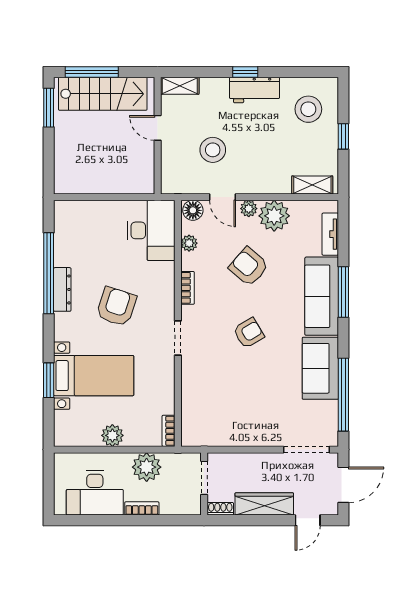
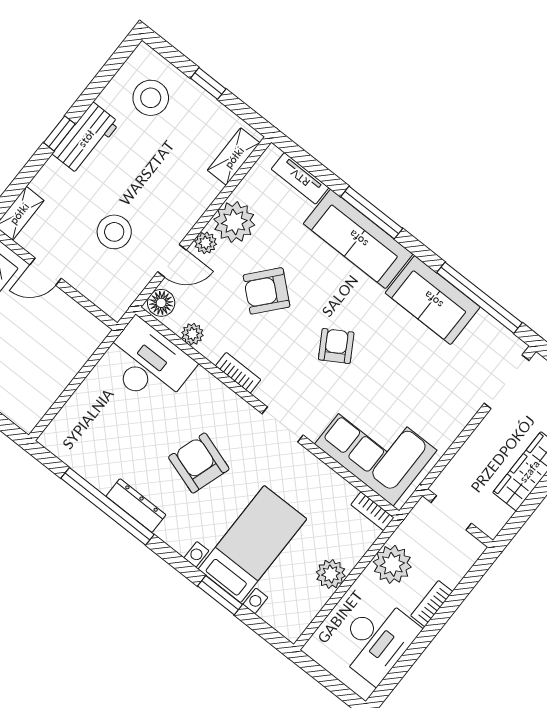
corner sofa: (208, 403) -> (376, 447), added
shoe rack: (220, 509) -> (497, 522), removed

